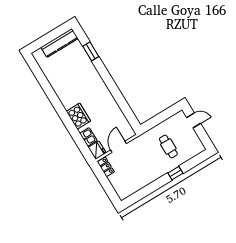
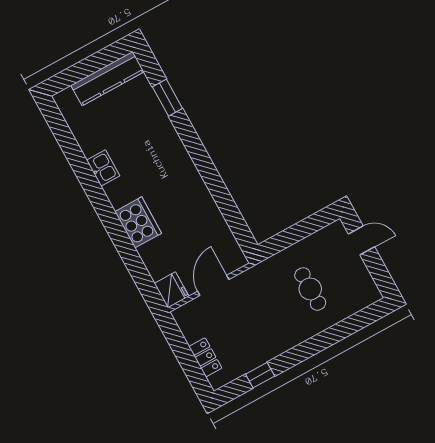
kitchen sink: (88, 137) -> (103, 168), moved
locker: (106, 167) -> (205, 357), moved
window: (175, 173) -> (260, 375), moved

